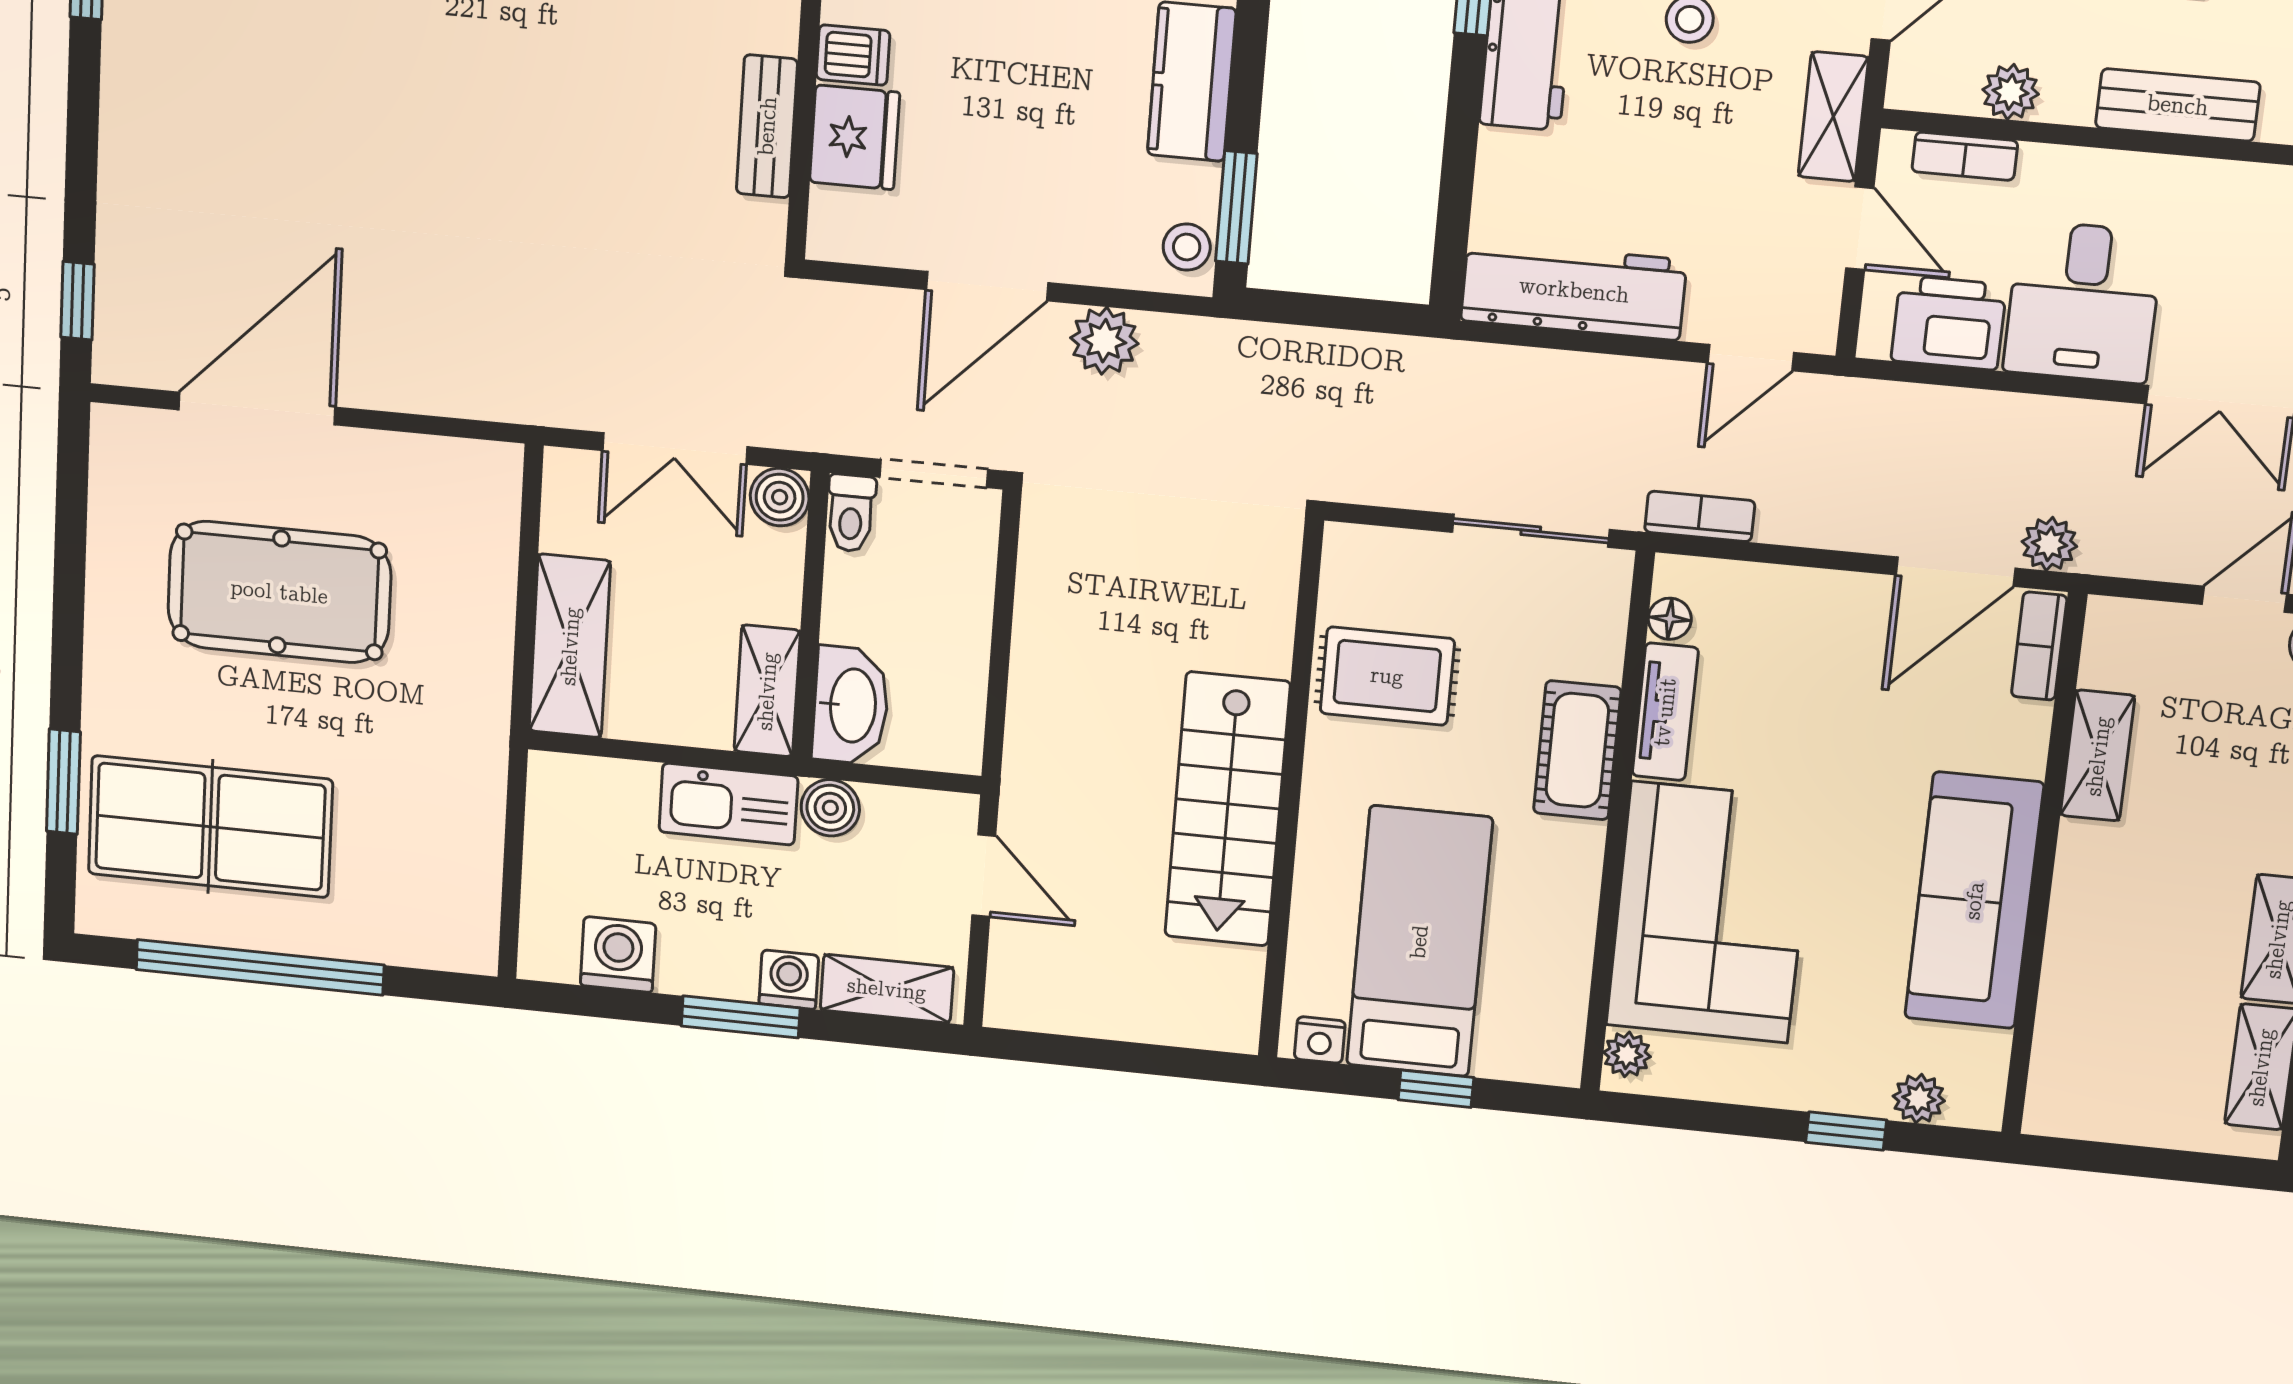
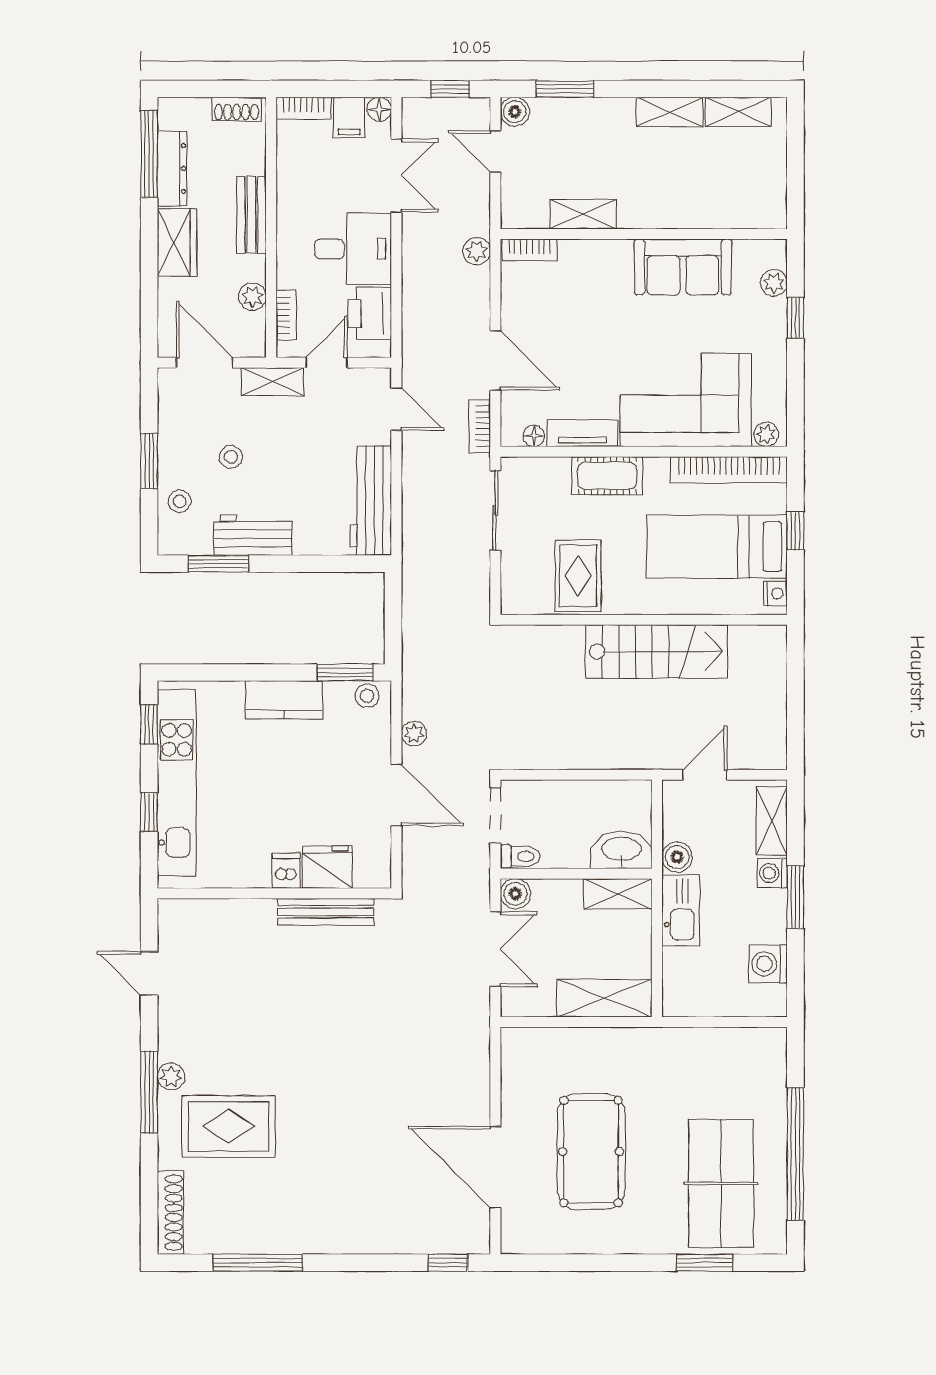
bench: (767, 126) -> (326, 912), width x1.36
plant: (1104, 341) -> (414, 734), width x0.73, depth x0.73
door: (1955, 572) -> (495, 360), moved
sofa: (1974, 901) -> (683, 267), width x0.73
bookcase: (1566, 979) -> (729, 470), added

